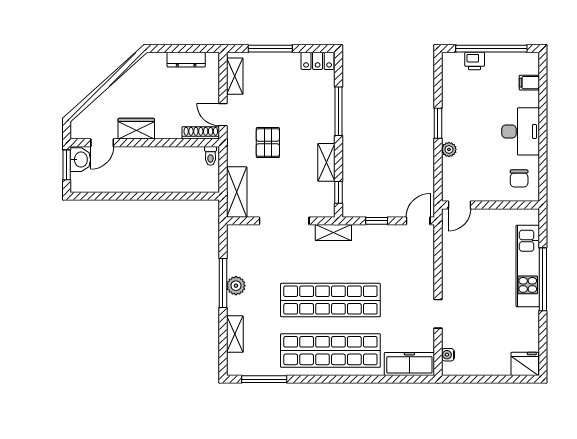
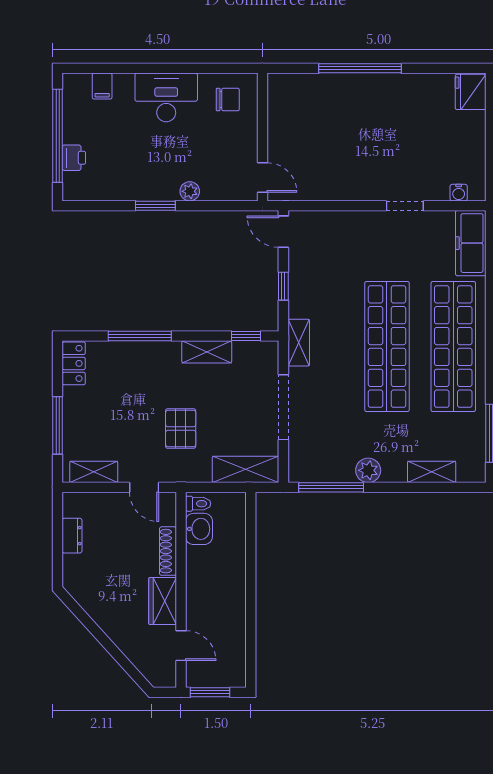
dresser: (186, 60) -> (72, 536), width x0.70
door: (223, 115) -> (144, 487), hinge flipped
shoe rack: (201, 133) -> (168, 551), moved
pallet: (268, 143) -> (181, 429), turned 90
washbasin: (80, 160) -> (199, 529), moved, turned 90
kitchen unit: (528, 266) -> (343, 88), removed
window: (223, 283) -> (331, 487), moved

